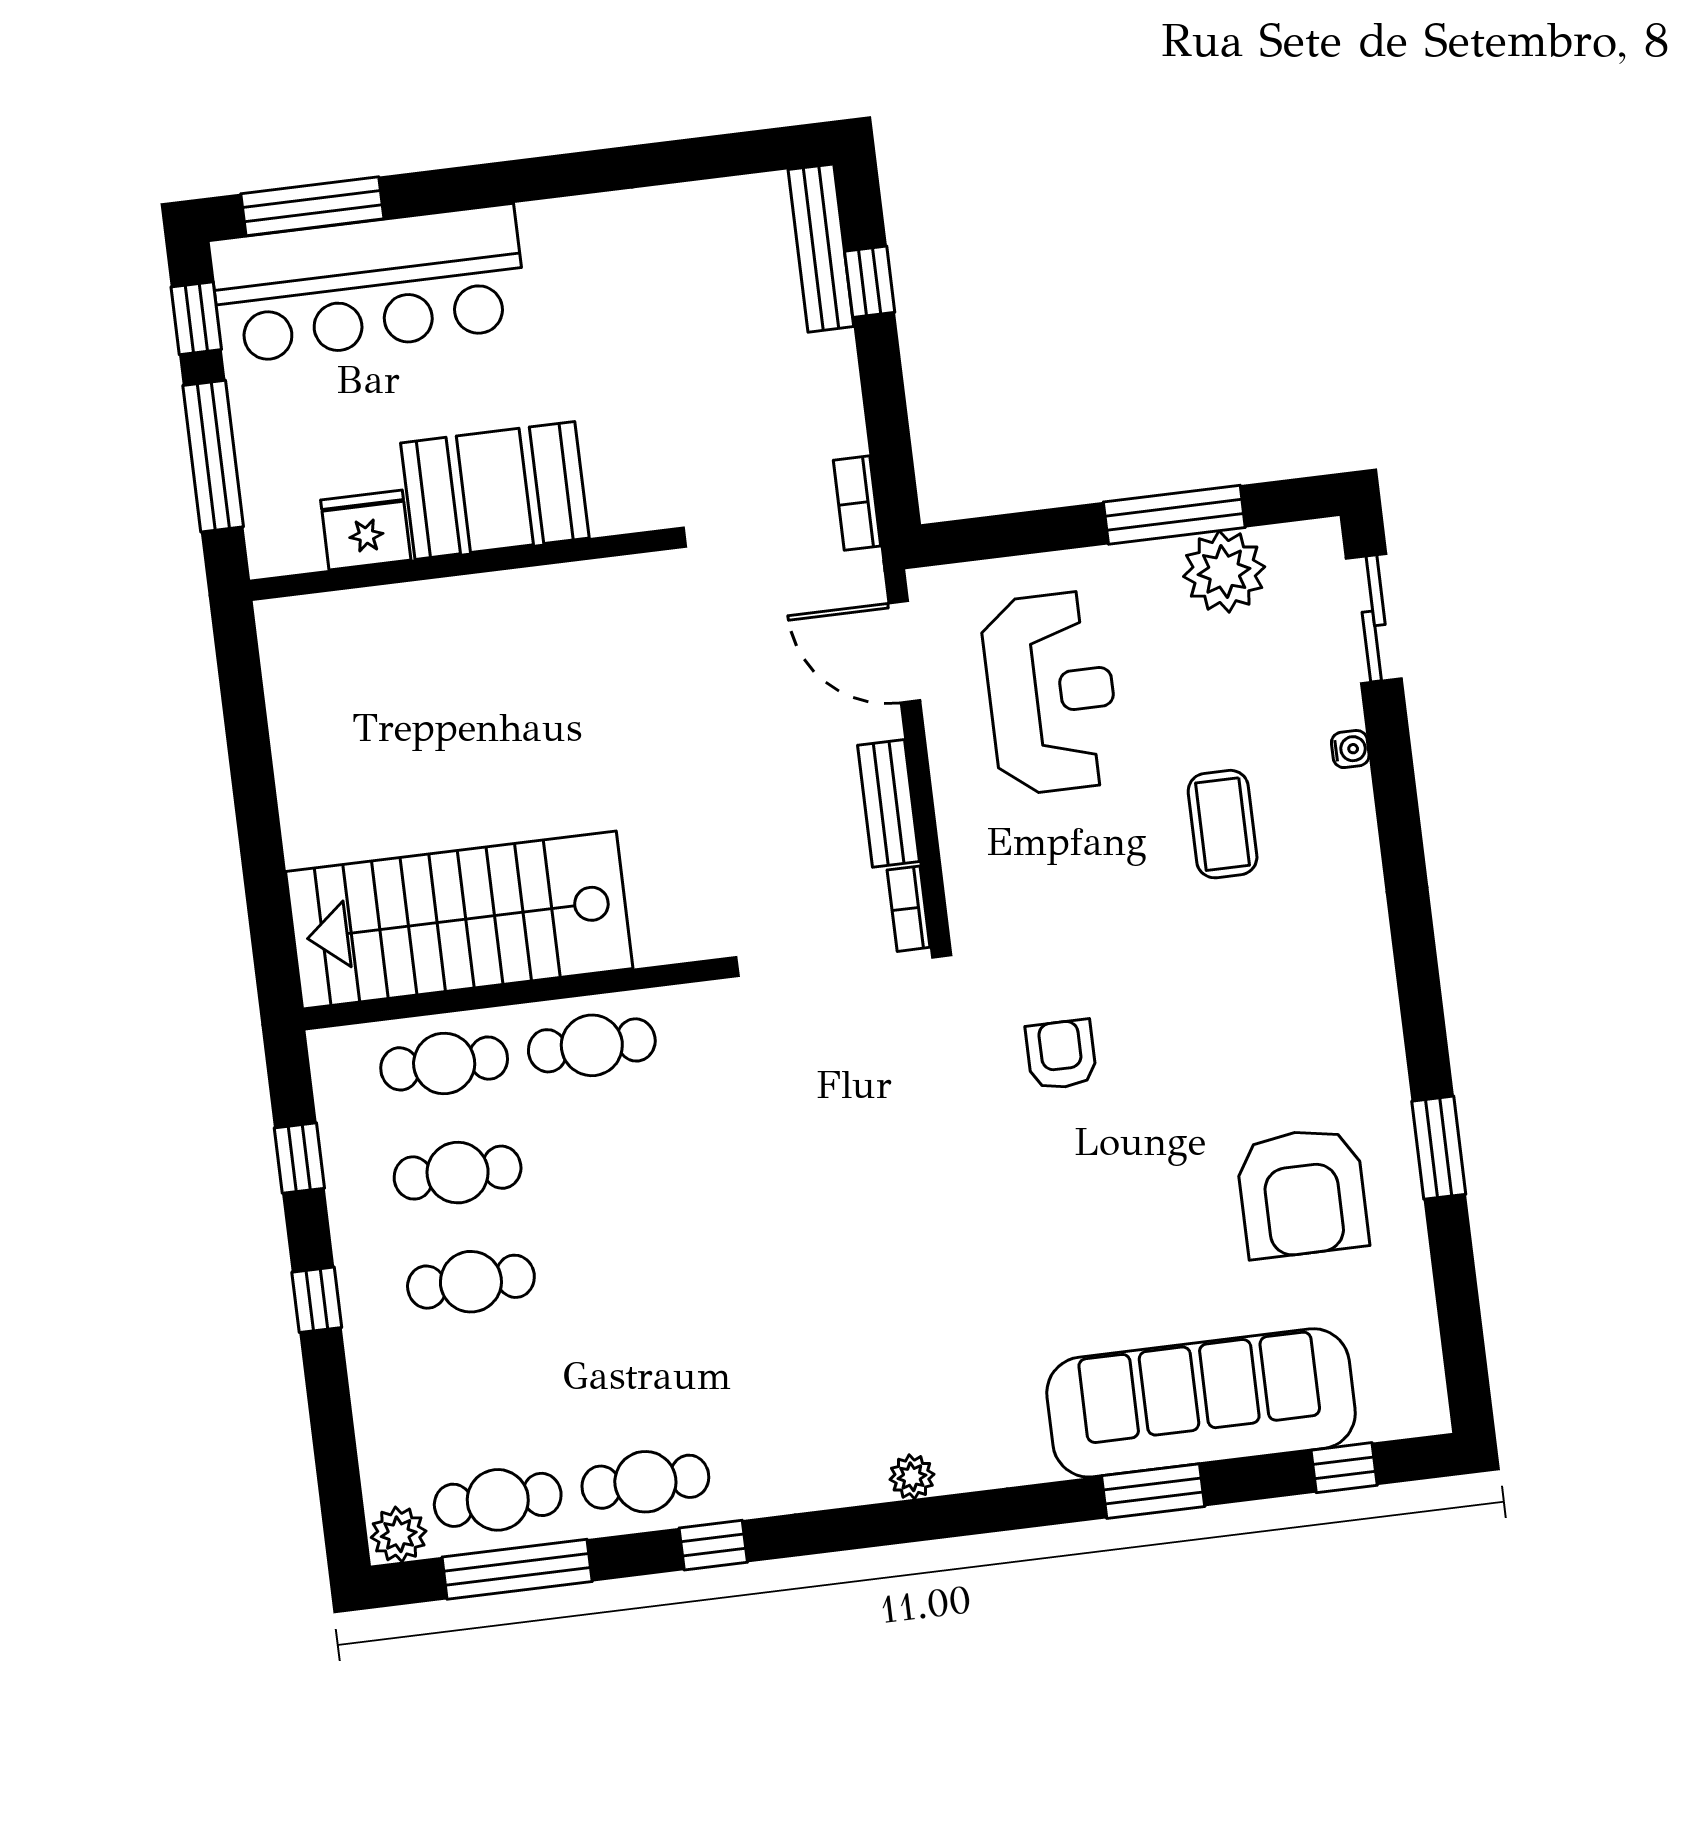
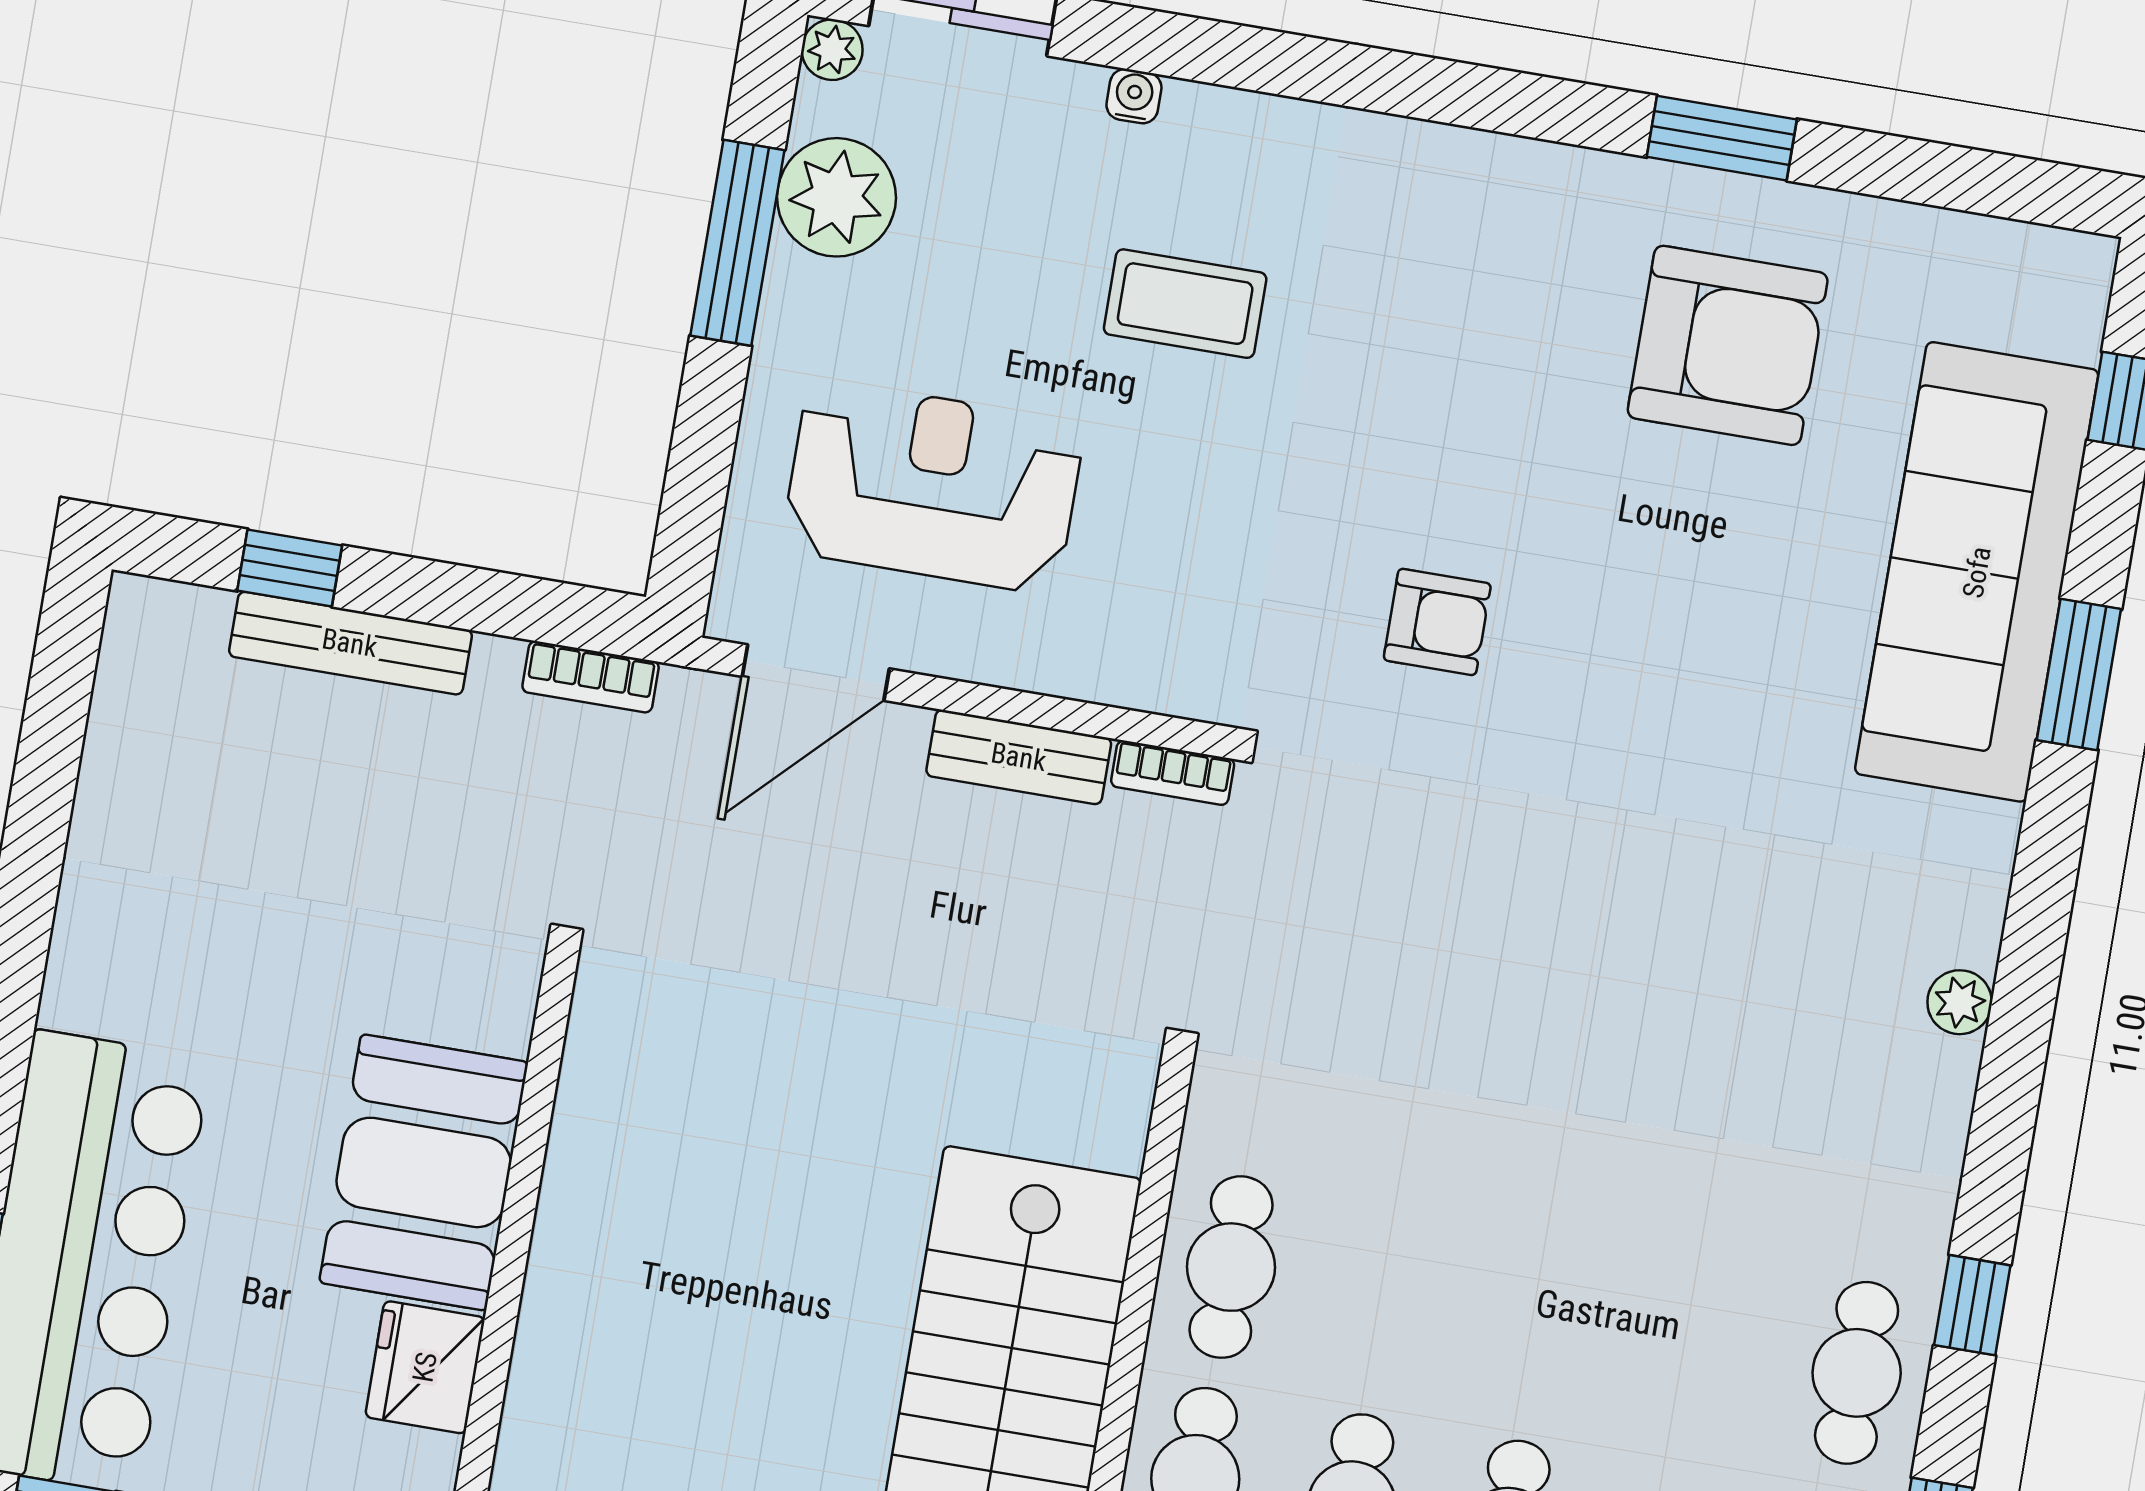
bench: (821, 248) -> (350, 643), moved
plant: (1321, 539) -> (832, 50), added
armchair: (1061, 1055) -> (1437, 622), turned 180

